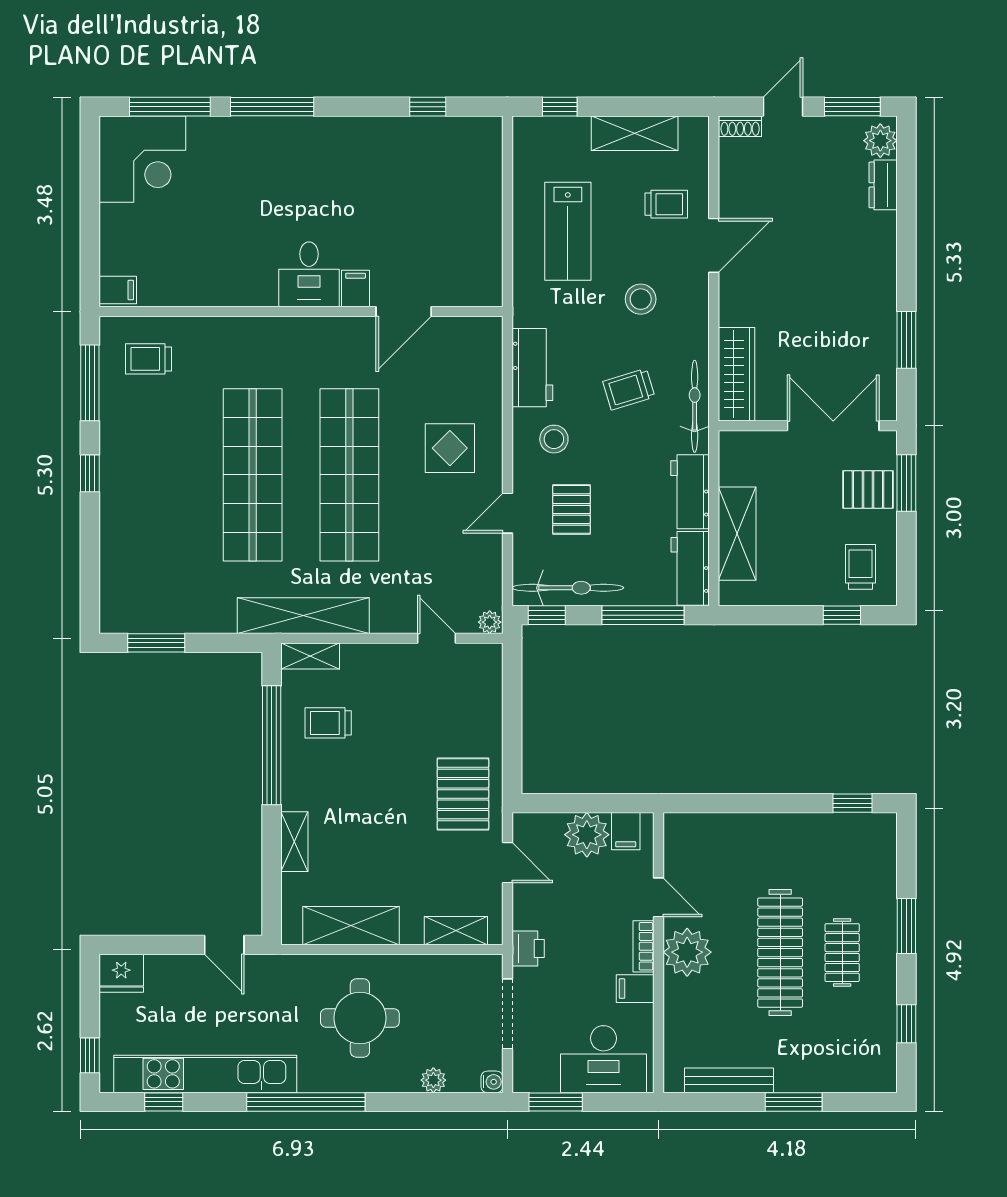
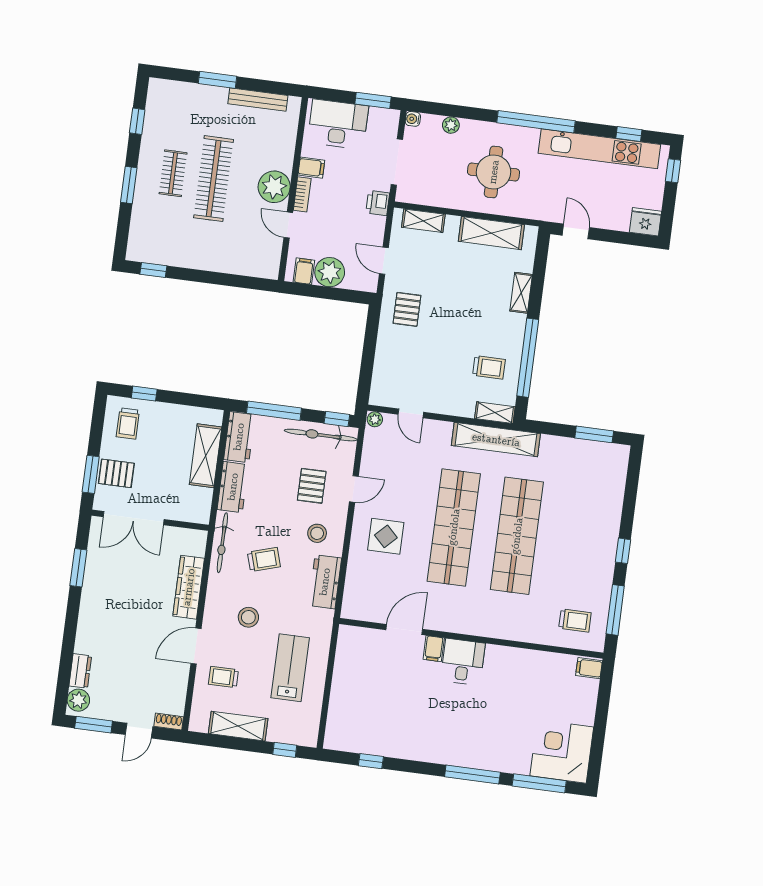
wardrobe: (737, 374) -> (189, 587), moved
pallet: (463, 794) -> (407, 309), width x0.67, depth x0.71

